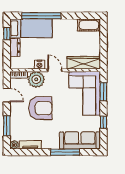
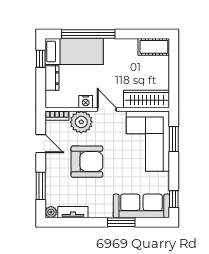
window: (103, 122) -> (174, 199), moved
window: (65, 152) -> (121, 222), width x0.69

